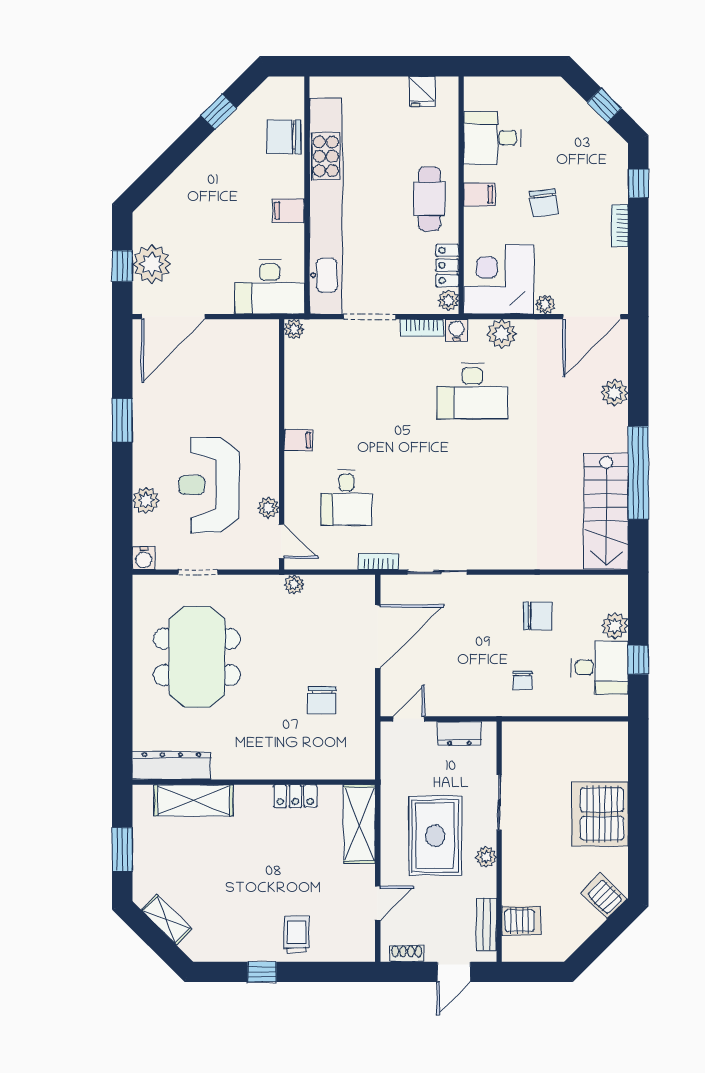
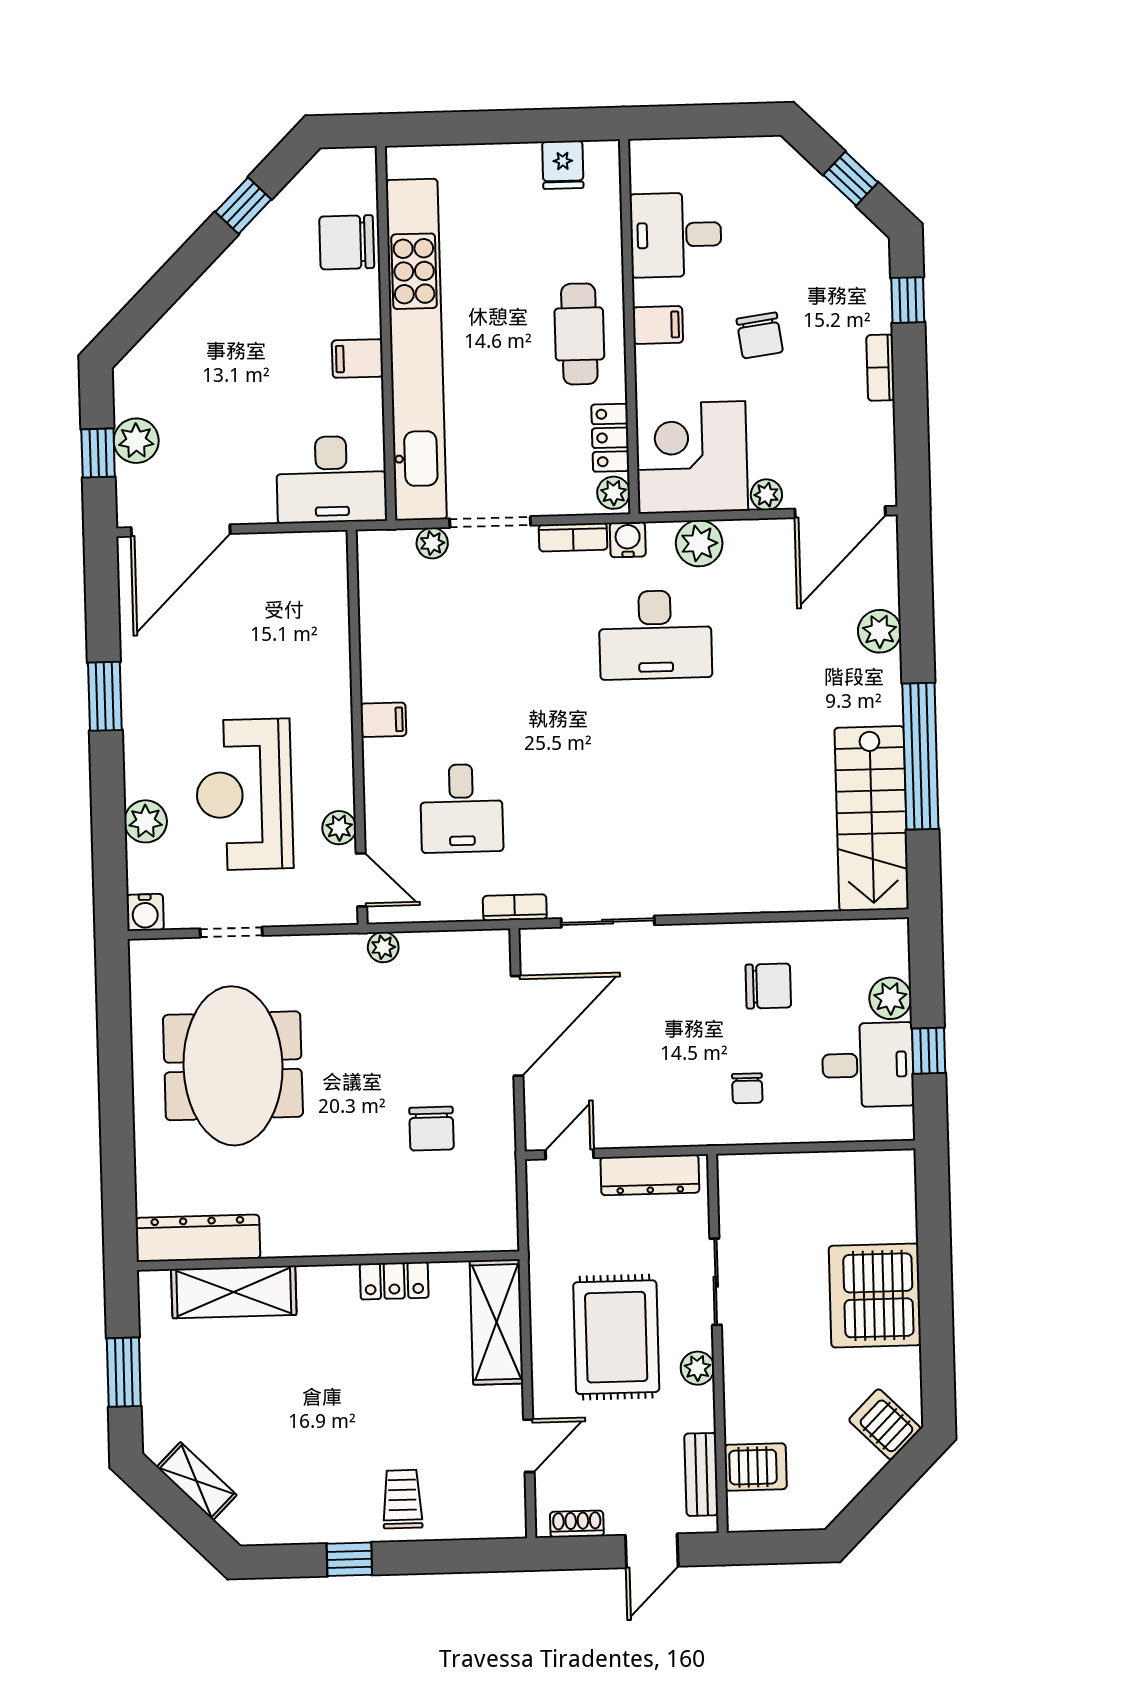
plant: (152, 264) -> (136, 441), width x0.73, depth x0.73
plant: (294, 329) -> (432, 543), moved
dresser: (459, 734) -> (650, 1175), width x1.44

